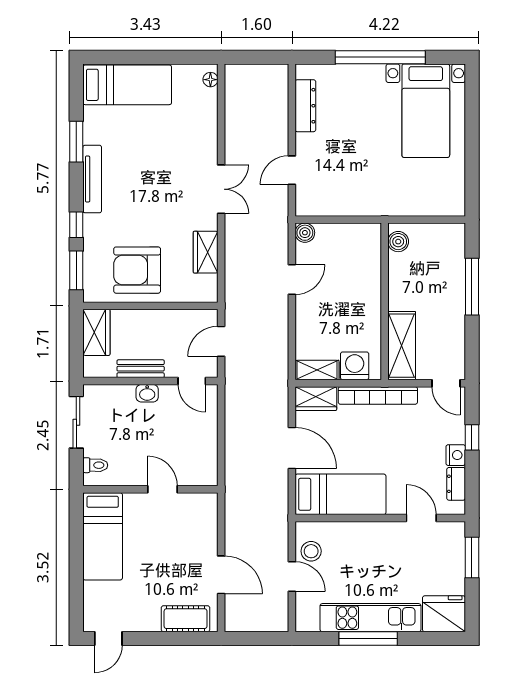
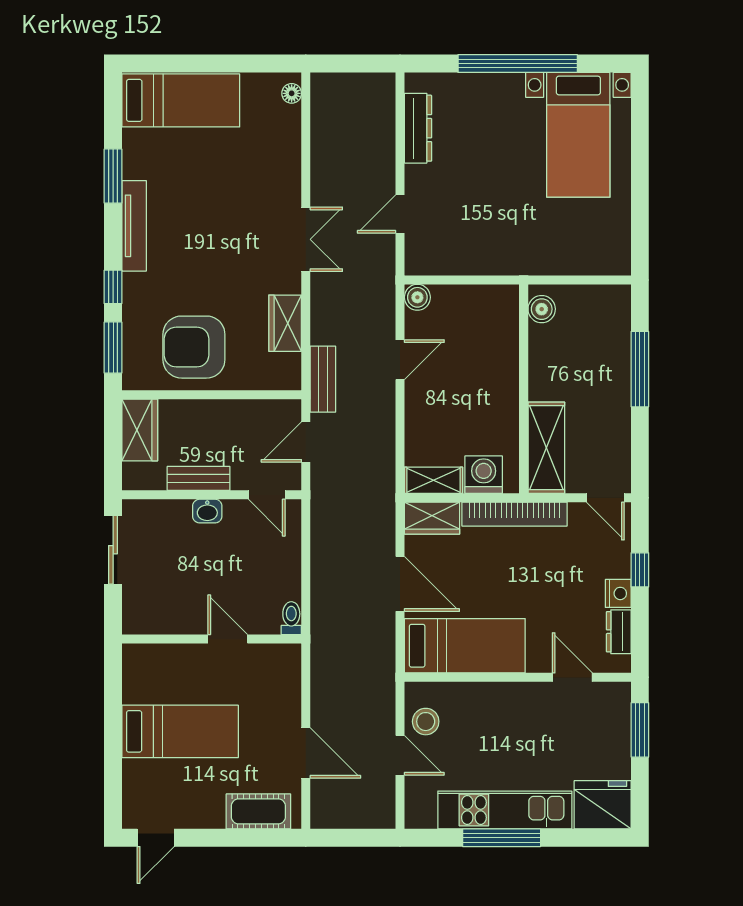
bench: (234, 294) -> (323, 379), added
toilet: (95, 465) -> (291, 618), moved, turned -90
bed: (103, 536) -> (180, 731), moved, turned -90

